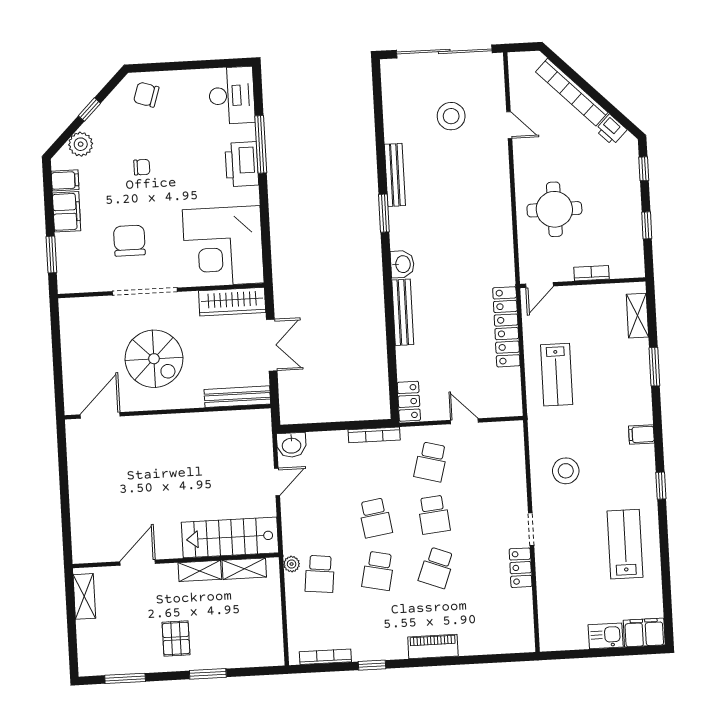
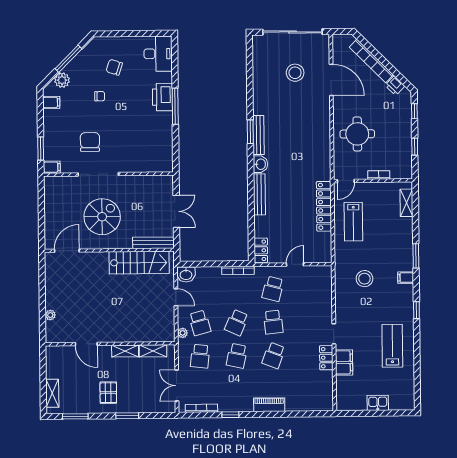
chair: (146, 95) -> (114, 67), moved
window: (89, 110) -> (68, 59), width x2.17
door: (509, 125) -> (331, 80), width x1.87
window: (261, 144) -> (175, 106), moved
bench: (395, 175) -> (258, 135), moved
filing cabinet: (67, 212) -> (52, 167), moved, width x0.50
corner desk: (223, 246) -> (149, 148), removed
wardrobe: (232, 302) -> (153, 183), removed
spiral stairs: (154, 359) -> (102, 217), turned -90
window: (654, 367) -> (416, 256), moved
lab bench: (557, 375) -> (353, 222), moved
door: (464, 421) -> (295, 264), hinge flipped
stool: (566, 471) -> (364, 279), moved
door: (277, 482) -> (176, 297), hinge flipped
school desk: (375, 518) -> (237, 322), turned 33
plant: (78, 519) -> (50, 315), added
school desk: (317, 521) -> (200, 323), added
stairs: (230, 537) -> (139, 263), moved, turned 180
door: (138, 563) -> (86, 344), swing flipped
plant: (292, 564) -> (183, 333), moved
shelving: (84, 596) -> (52, 393), moved
double door: (285, 622) -> (177, 386), added
filing cabinet: (644, 632) -> (344, 362), moved, turned 90

